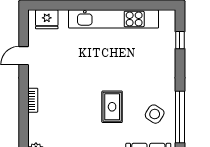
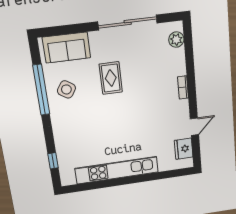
fridge: (47, 19) -> (184, 149), moved, turned -90
rug: (112, 107) -> (111, 78), moved

